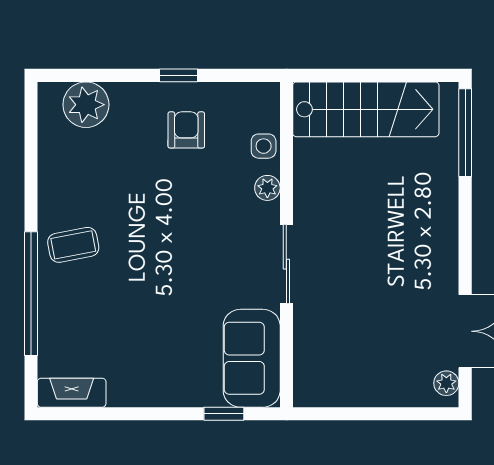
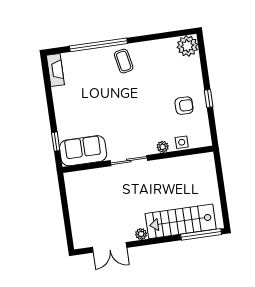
plant: (86, 105) -> (187, 46), moved
stairs: (366, 109) -> (181, 221), moved, turned 90
plant: (446, 383) -> (141, 234), moved

